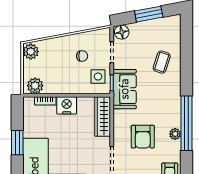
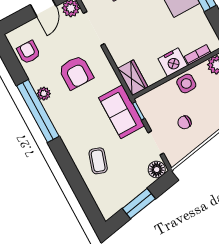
side table: (98, 77) -> (186, 83), moved
wardrobe: (103, 116) -> (133, 78), width x0.67
armchair: (143, 137) -> (76, 72), turned 180

